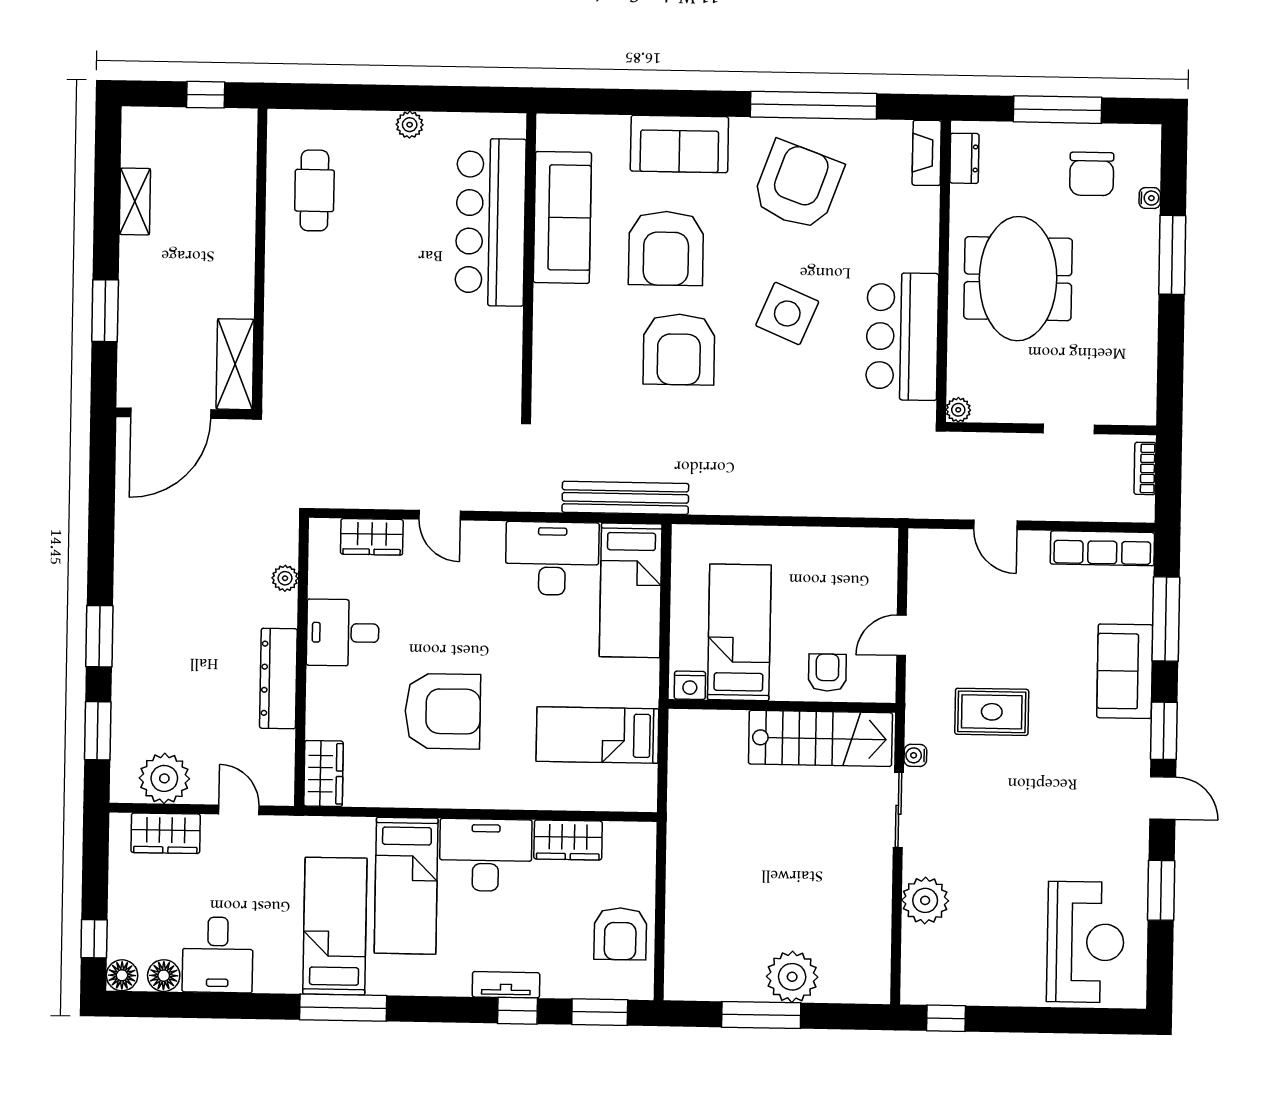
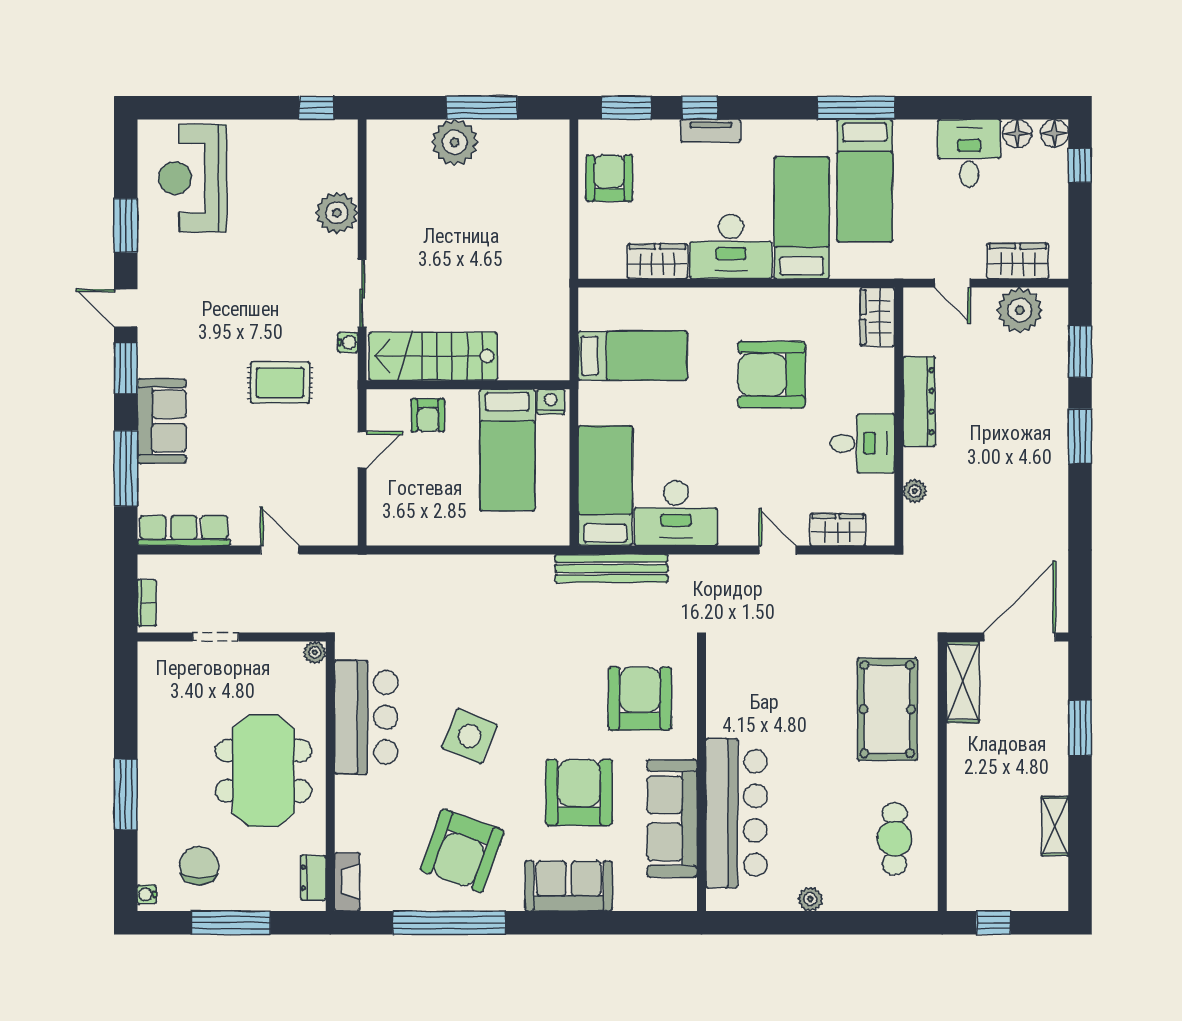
water cooler: (1150, 198) -> (147, 894), moved
pool table: (320, 335) -> (887, 709), added
armchair: (679, 349) -> (640, 699), moved

